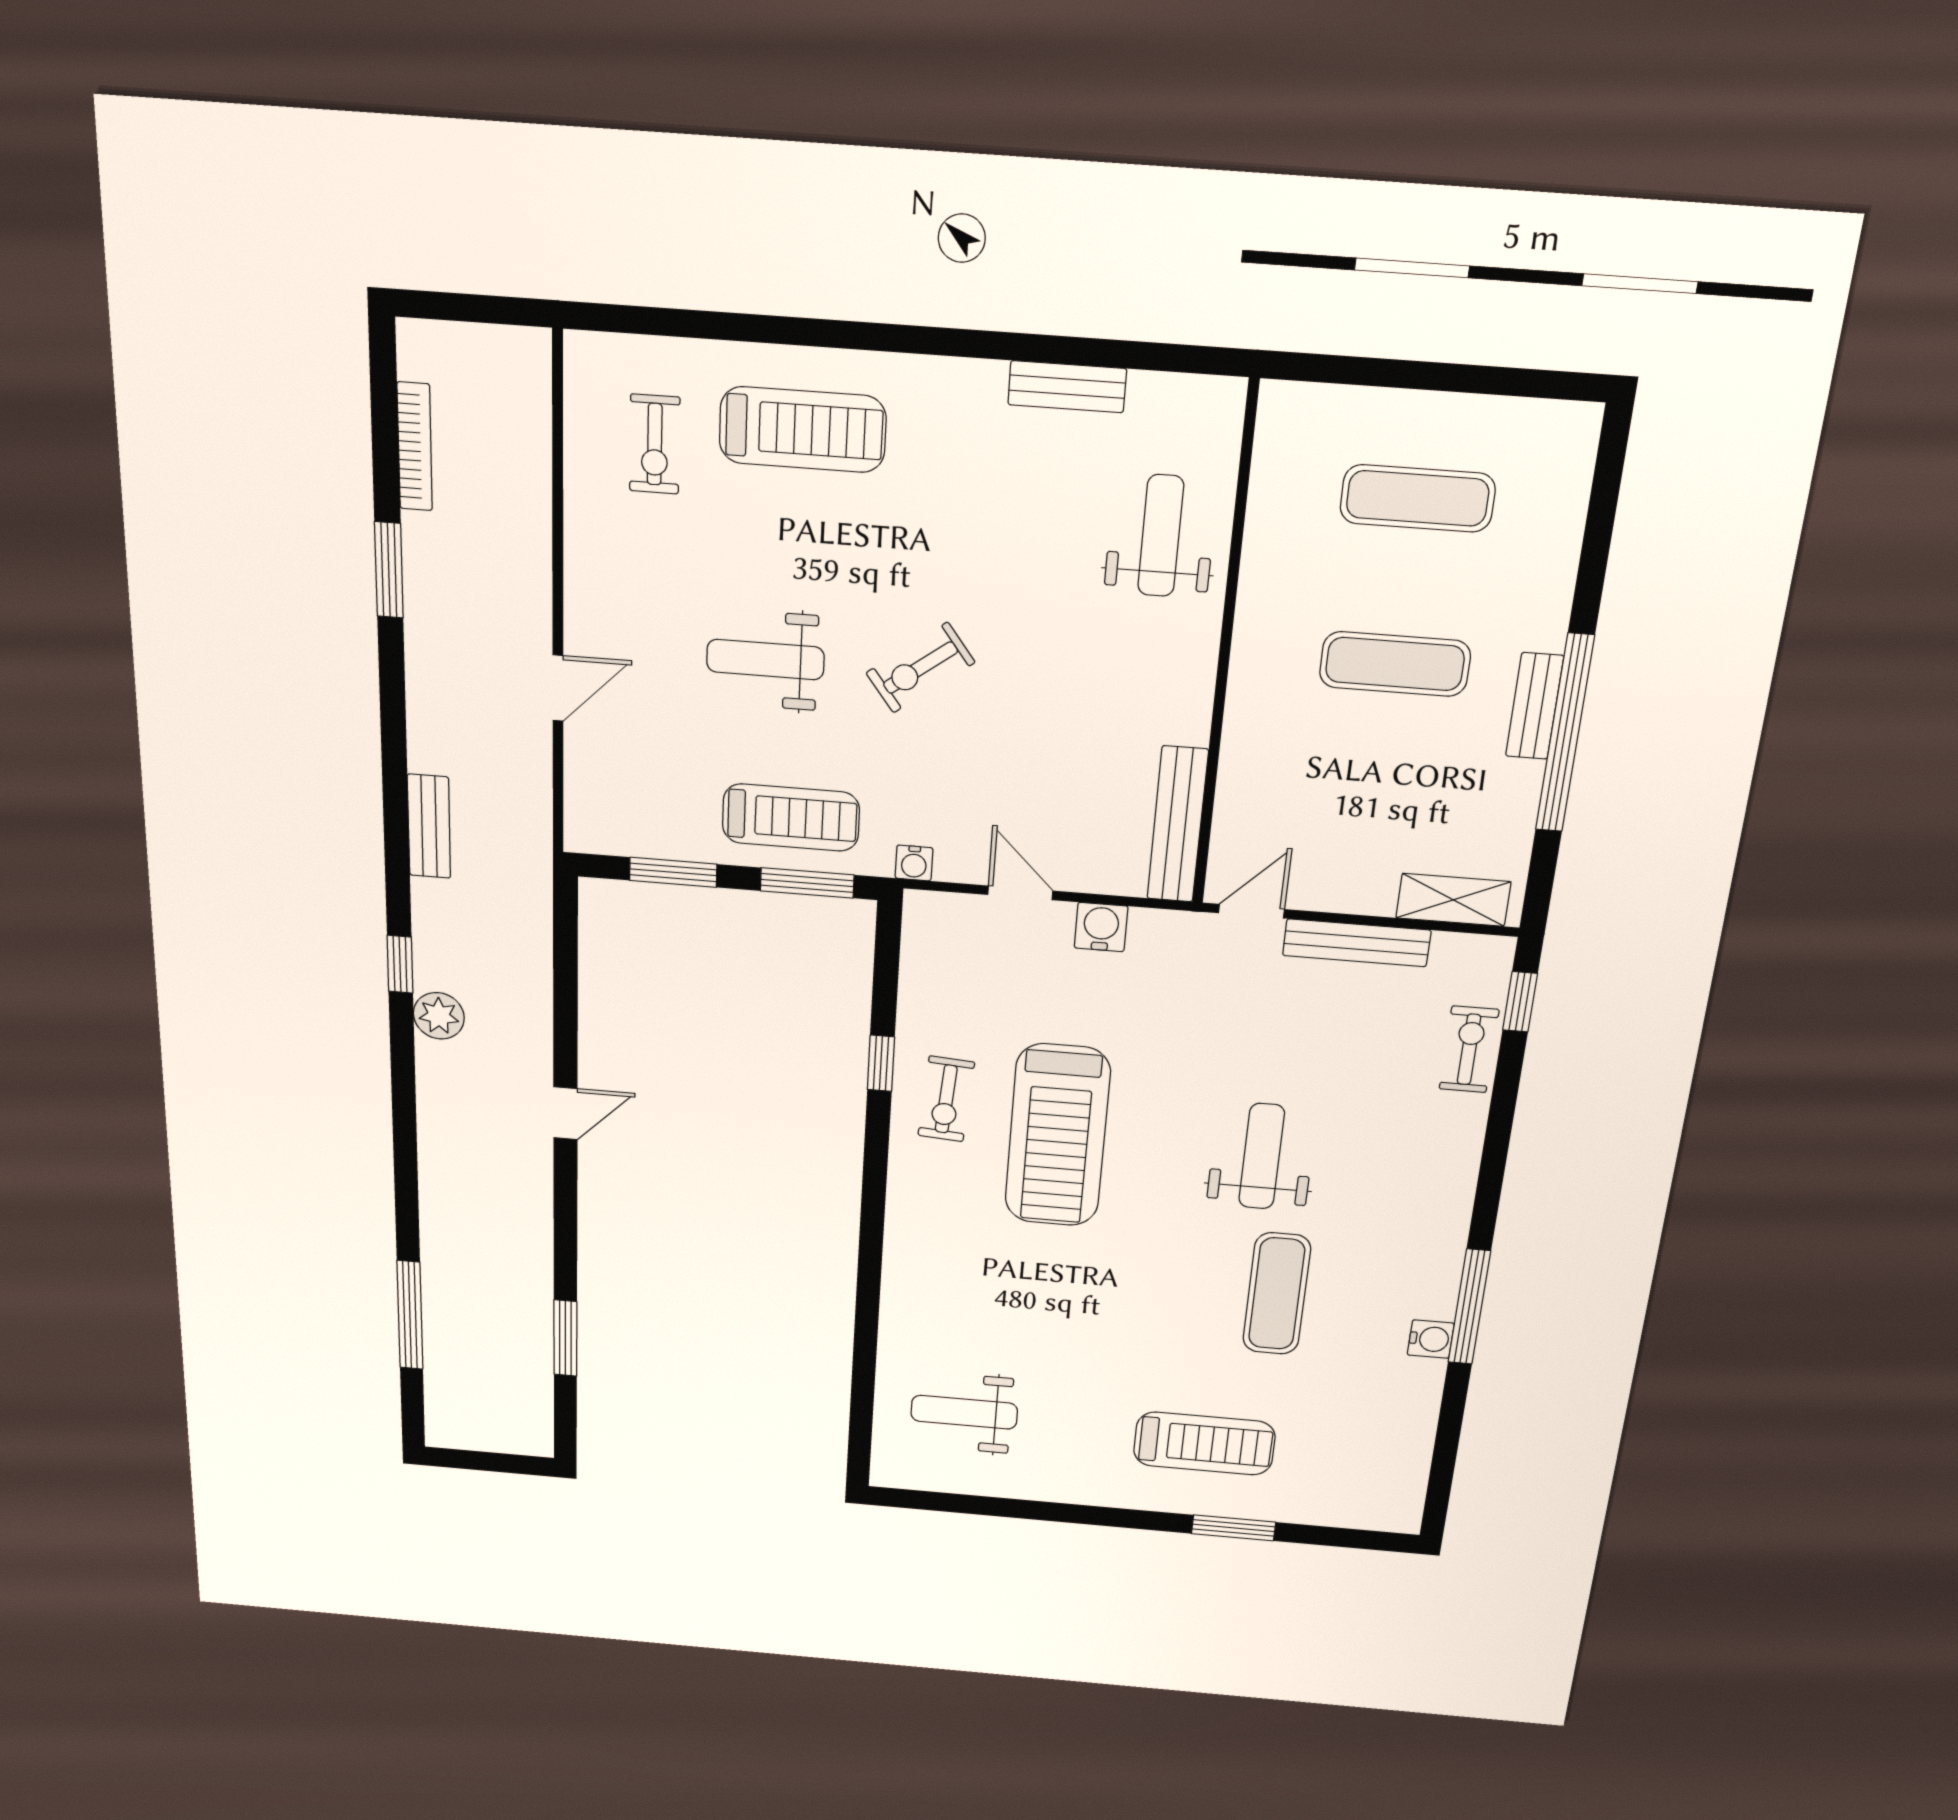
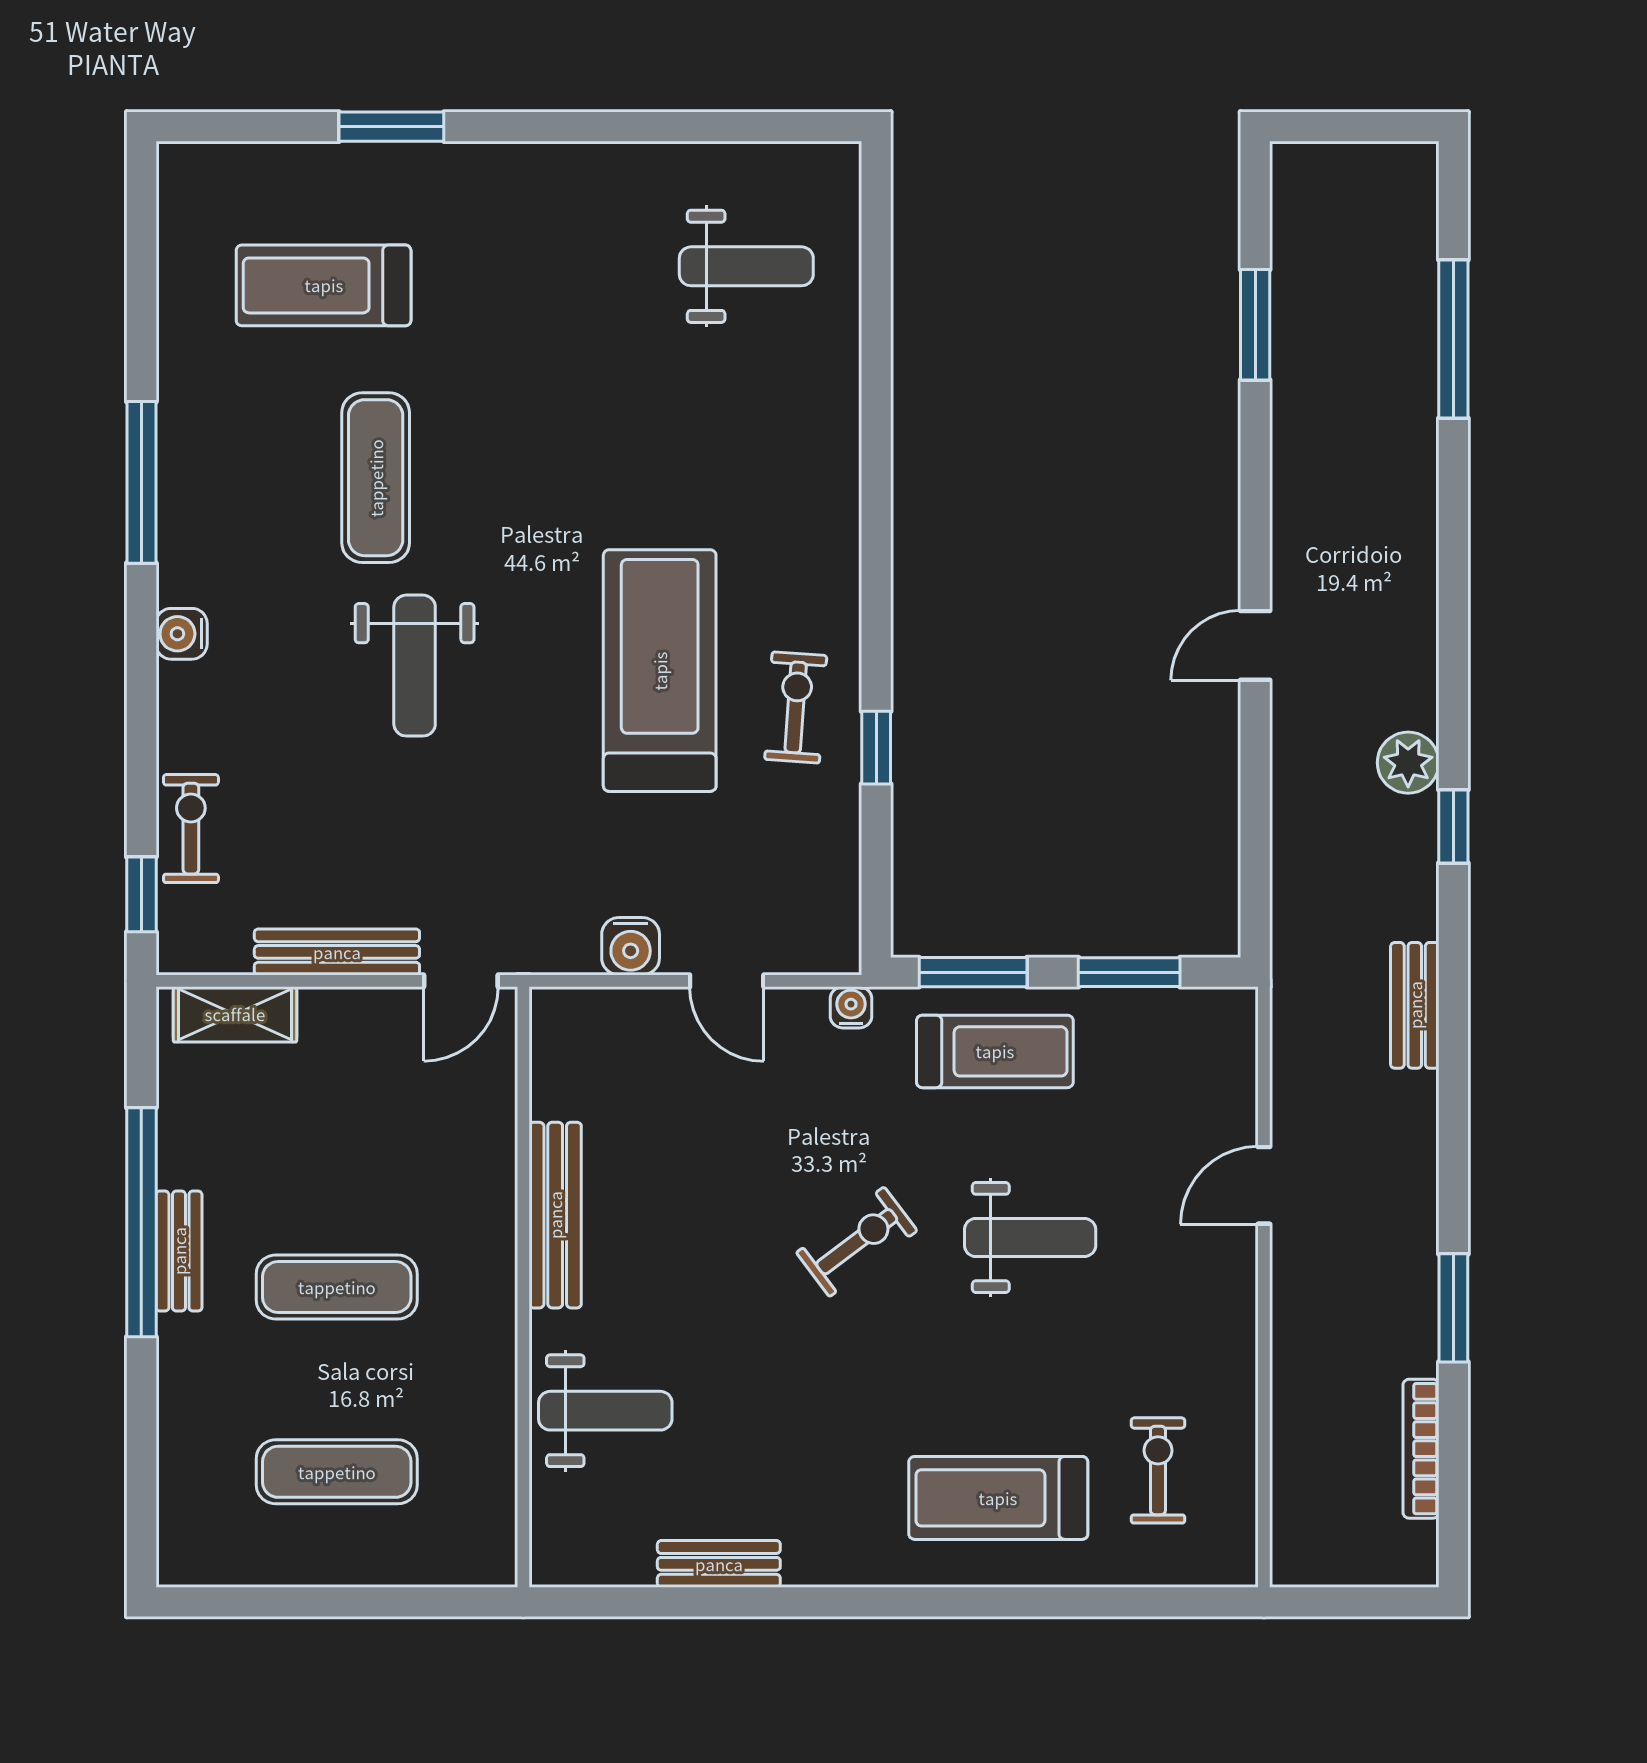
weight bench: (1161, 536) -> (605, 1411), turned -90
treadmill: (791, 818) -> (995, 1051), turned 180
bench: (1178, 825) -> (555, 1215), moved
exercise bike: (1469, 1049) -> (191, 829), turned 180
water cooler: (1431, 1339) -> (182, 634), moved
treadmill: (1204, 1444) -> (324, 285), moved

